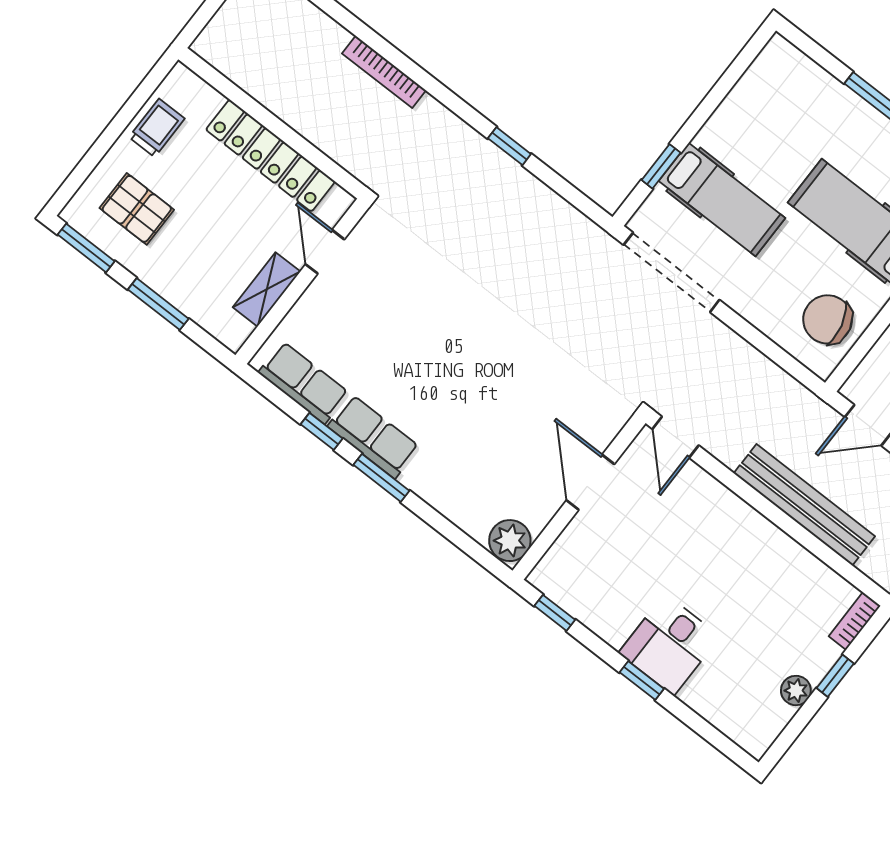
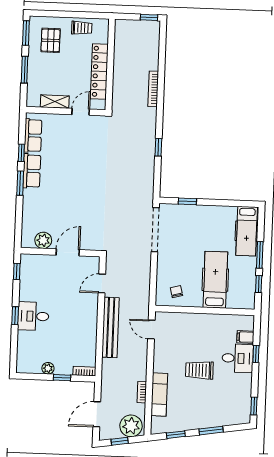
hospital bed: (722, 200) -> (247, 231), moved
chair: (828, 319) -> (176, 292), width x0.54, depth x0.54
door: (676, 437) -> (102, 284), moved
plant: (510, 541) -> (43, 240), moved

